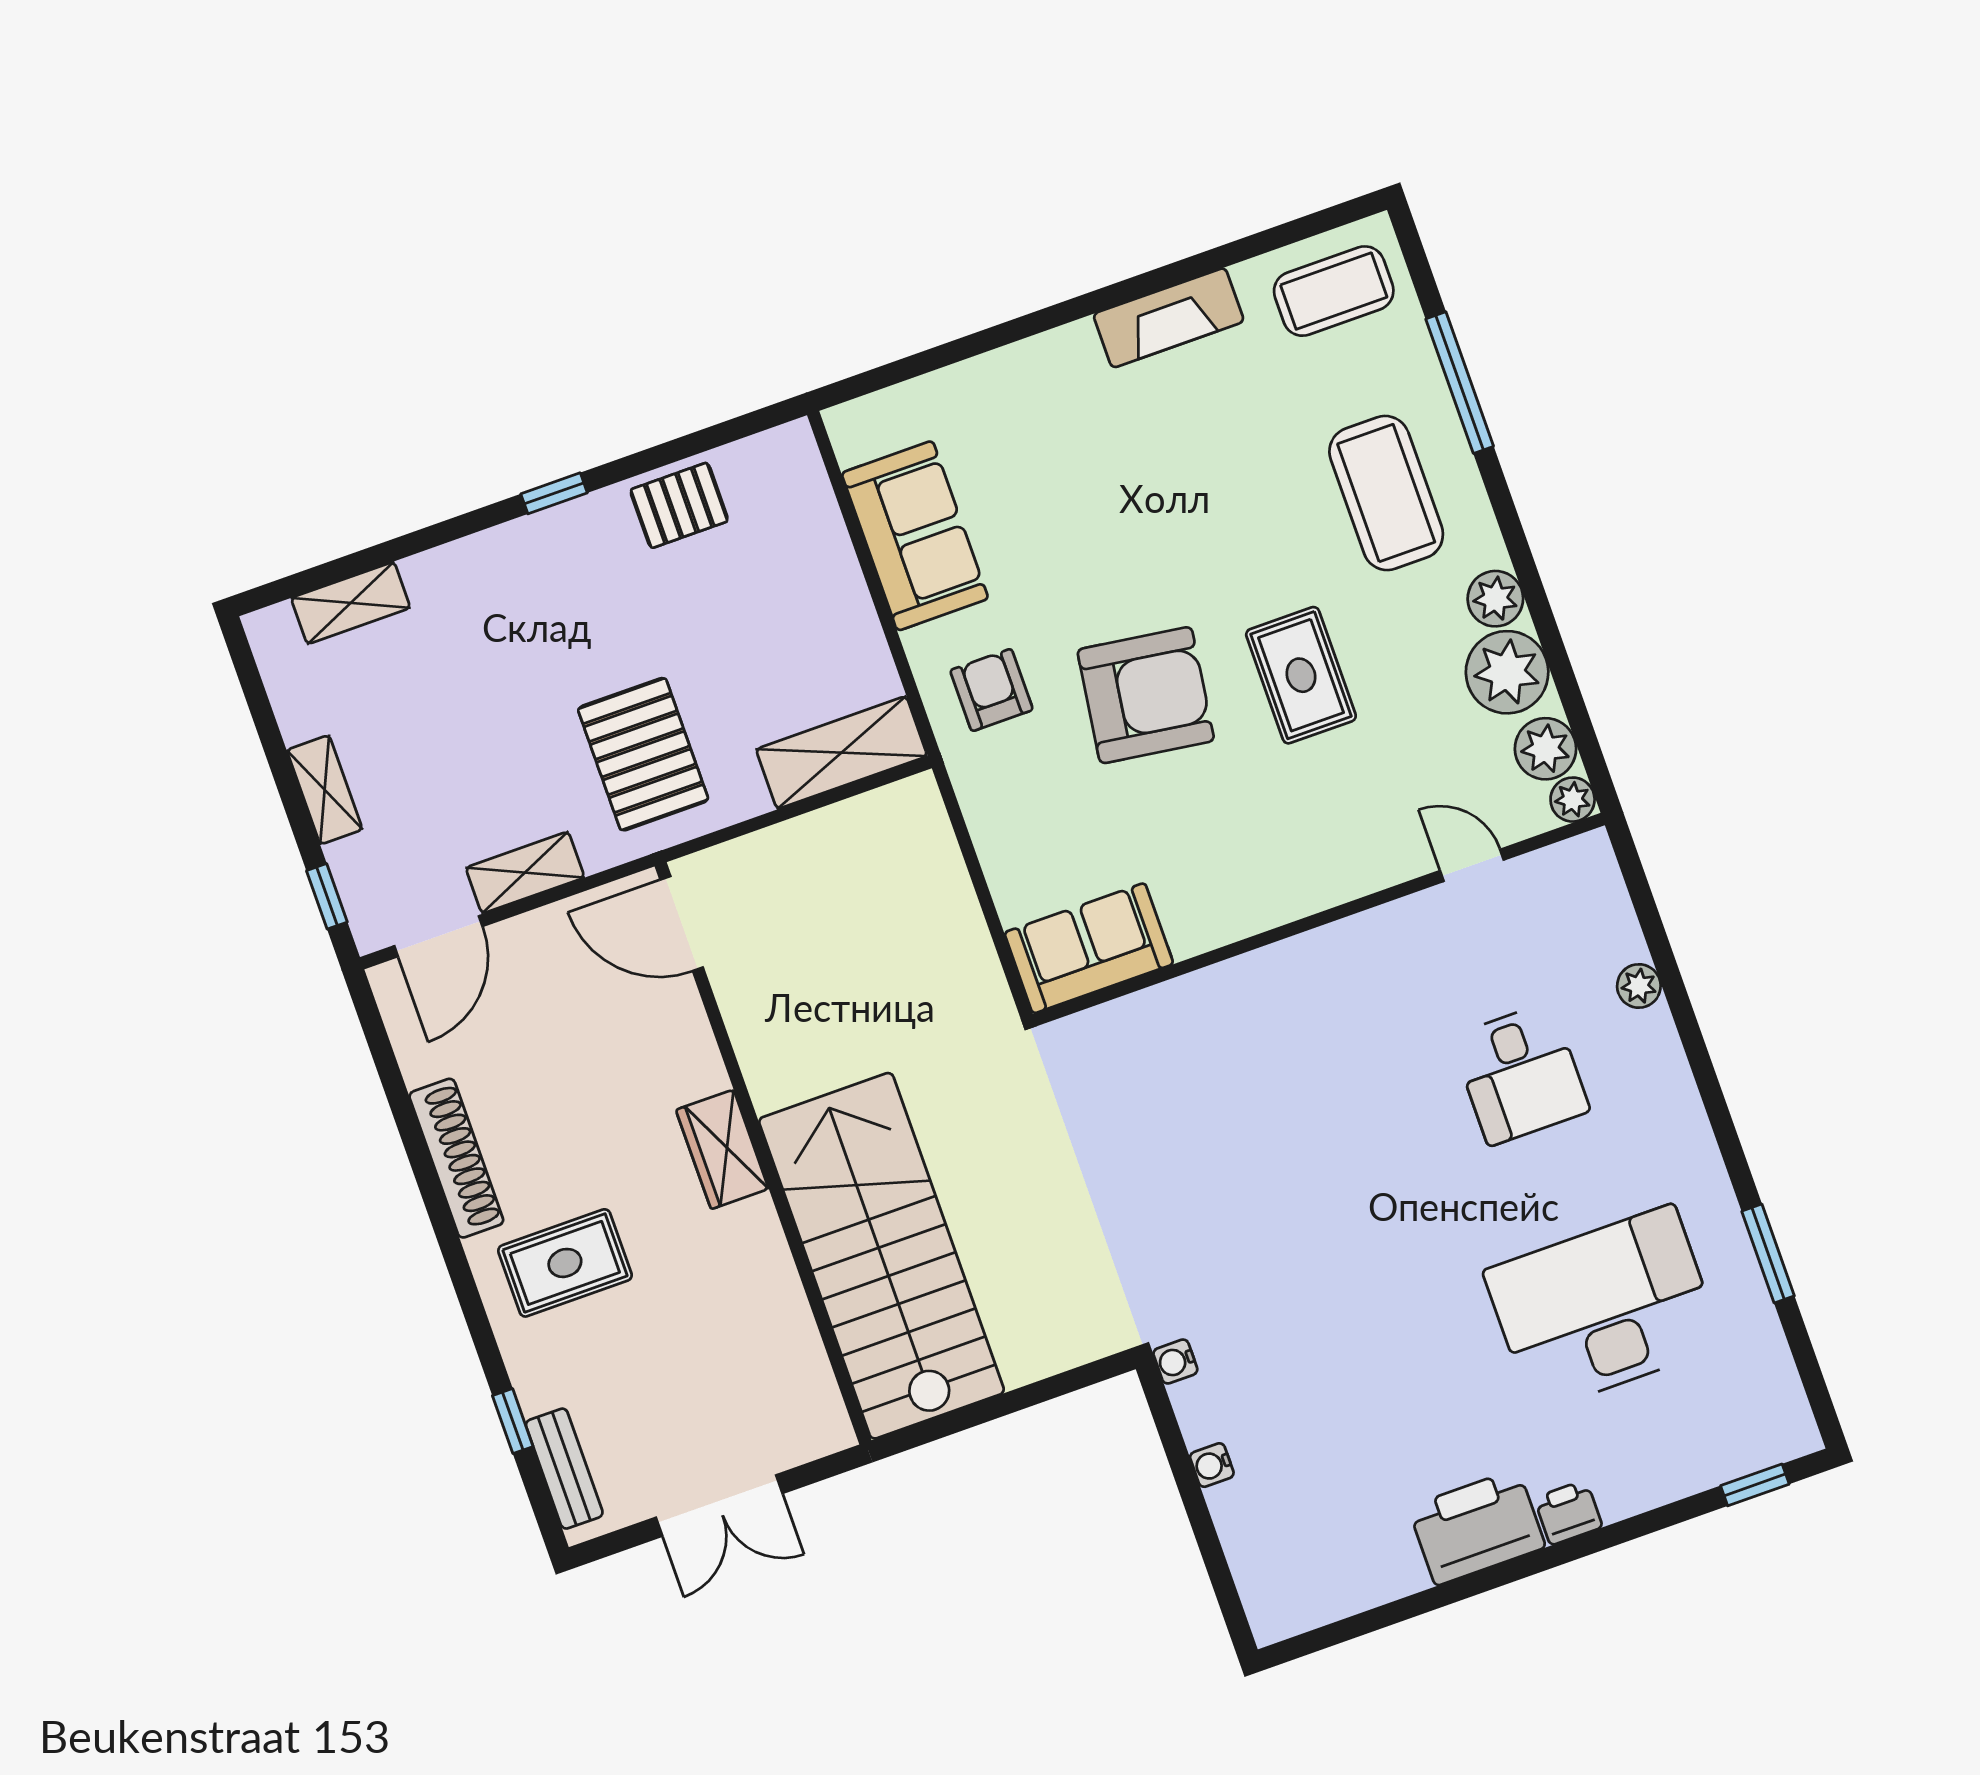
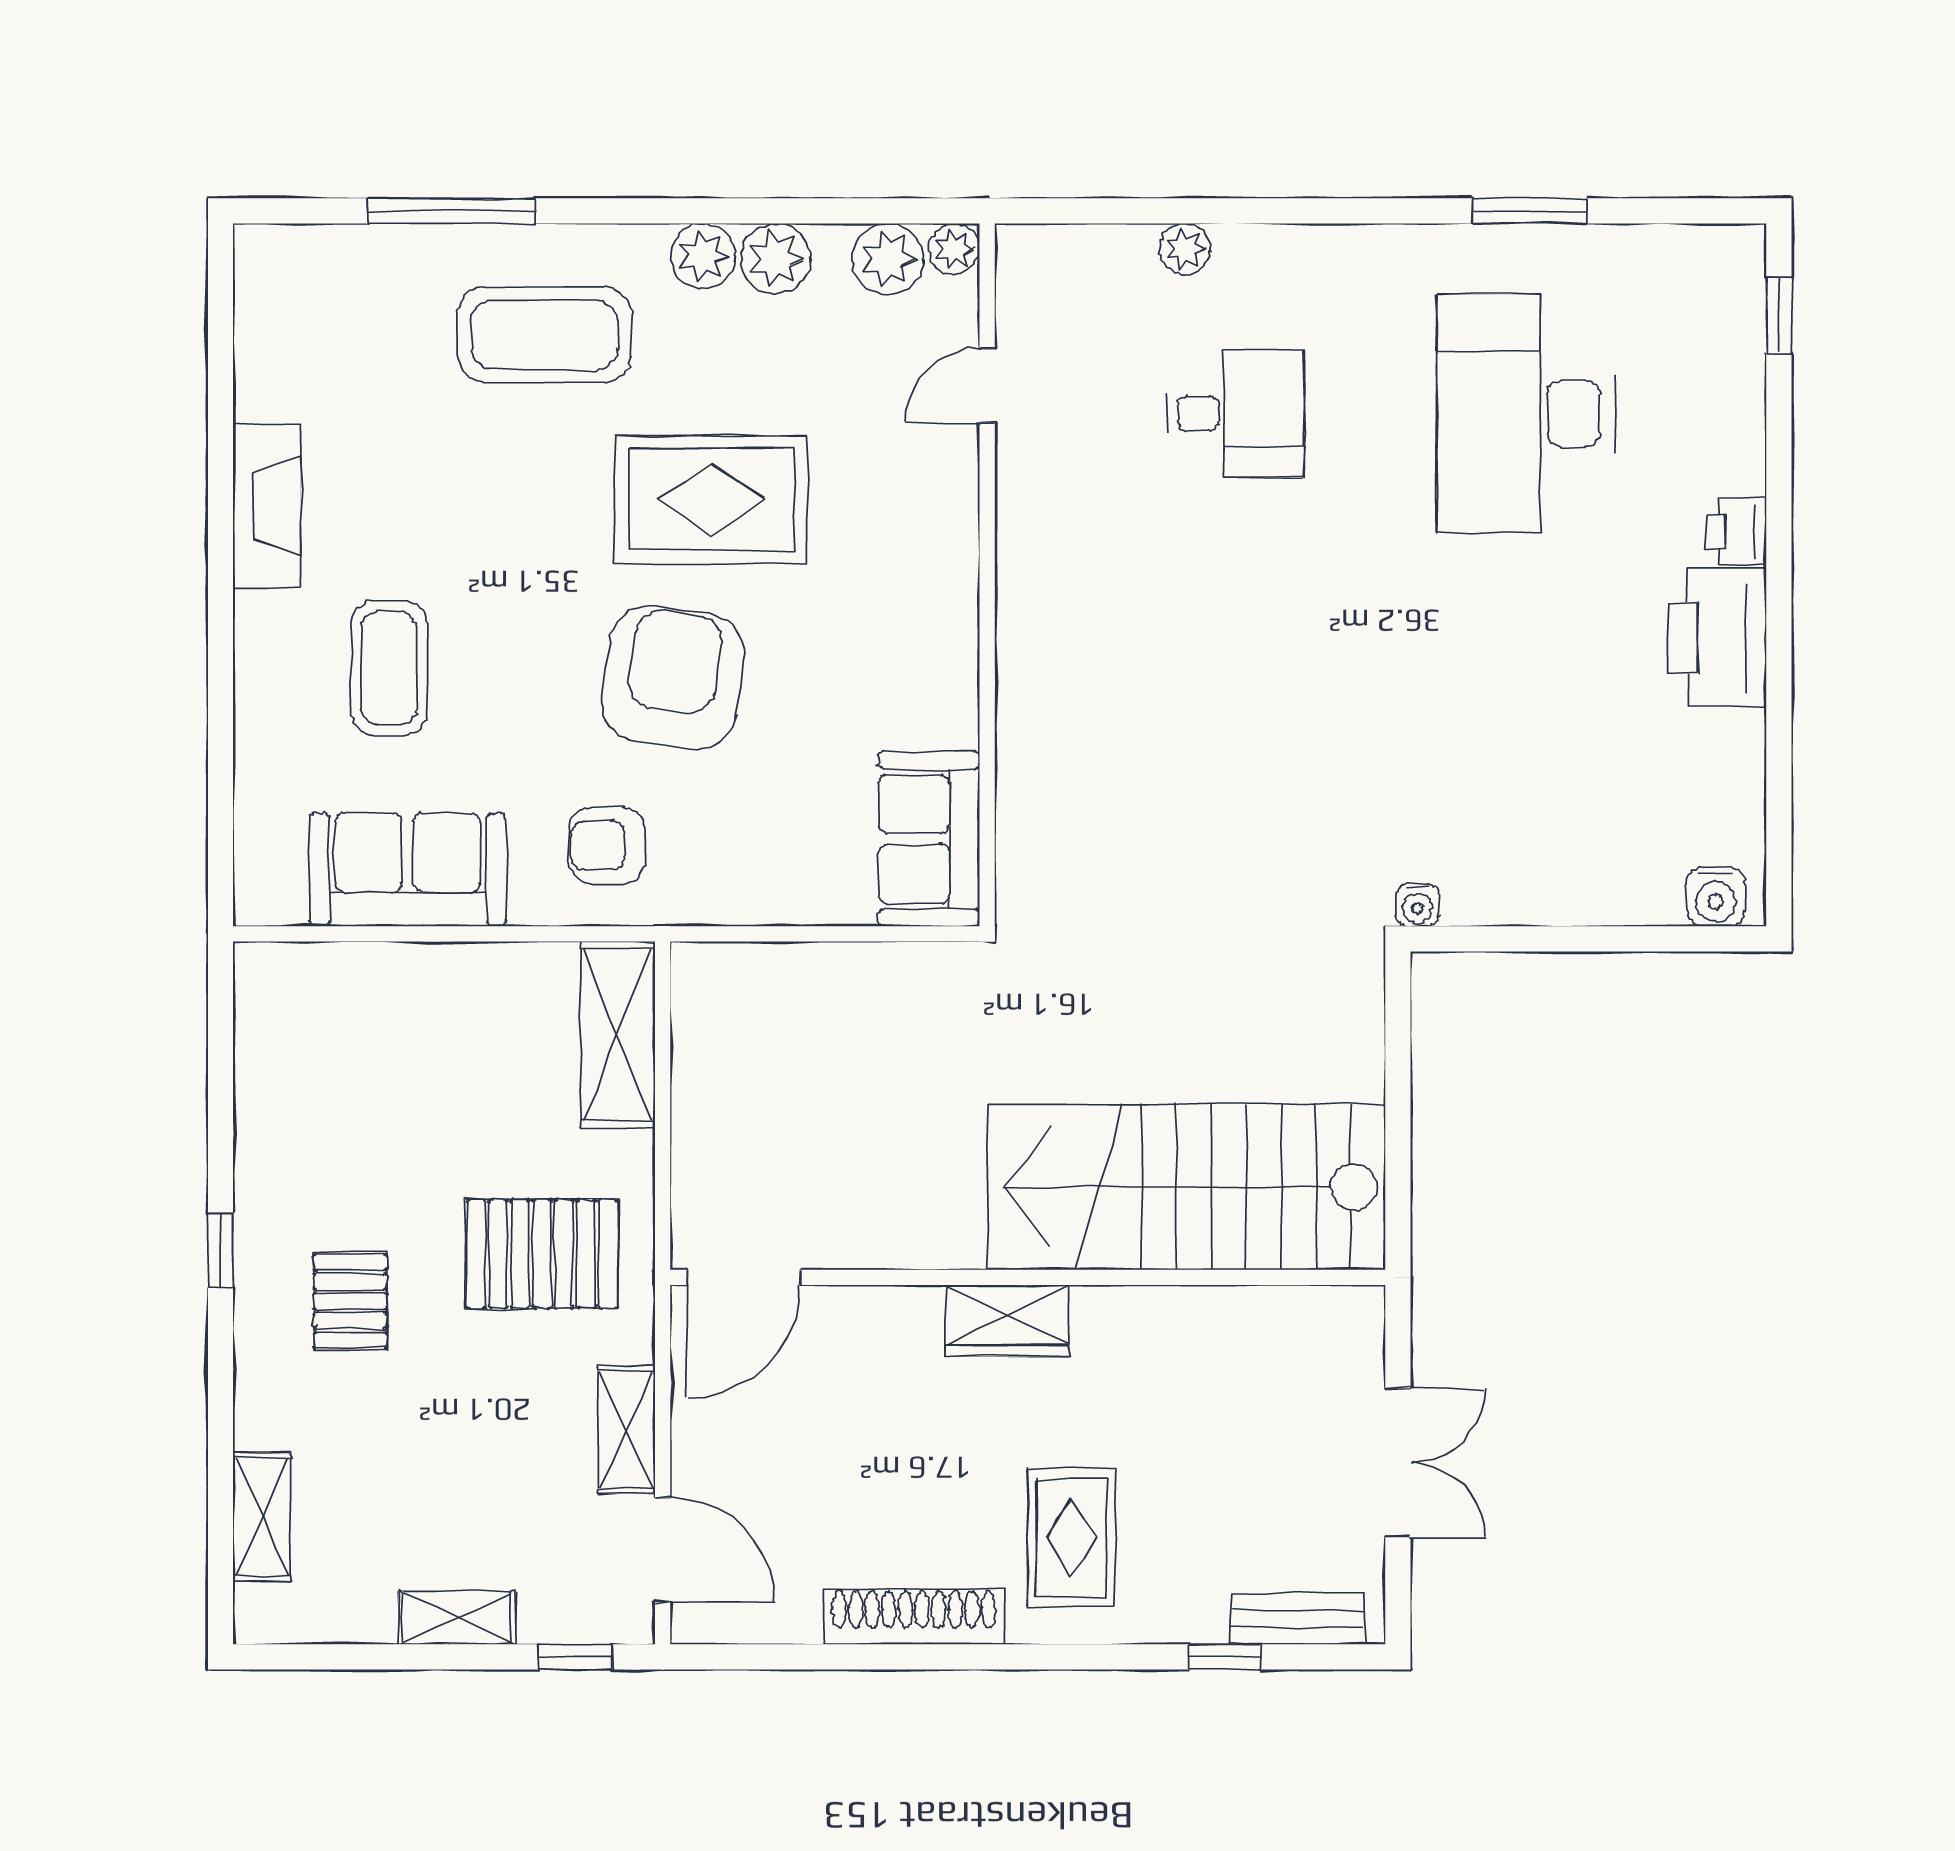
coffee table: (1334, 291) -> (389, 668), moved
pallet: (679, 505) -> (350, 1301), moved
plant: (1507, 672) -> (776, 259), width x0.73, depth x0.73
rug: (1301, 675) -> (711, 499), width x1.36, depth x1.43
water cooler: (1212, 1465) -> (1716, 897), moved, width x1.38, depth x1.38

